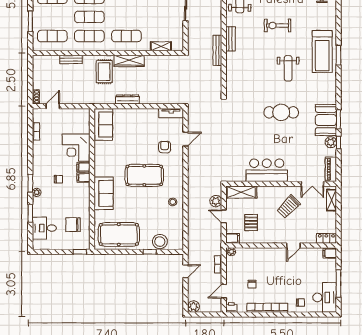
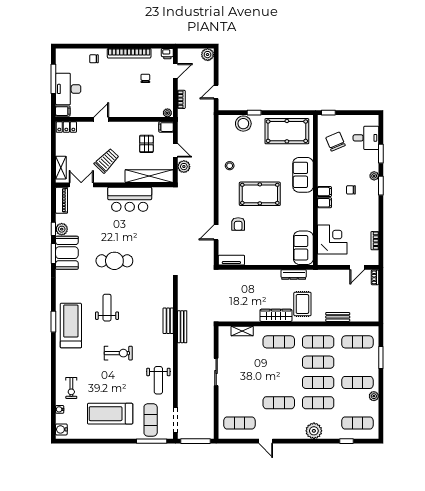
bench: (231, 39) -> (168, 321), moved
dresser: (127, 100) -> (294, 274), moved
corner desk: (76, 148) -> (332, 239), moved
shelving: (241, 192) -> (149, 176), width x1.47
chair: (73, 225) -> (335, 142), turned -113
desk: (325, 297) -> (68, 89), moved

